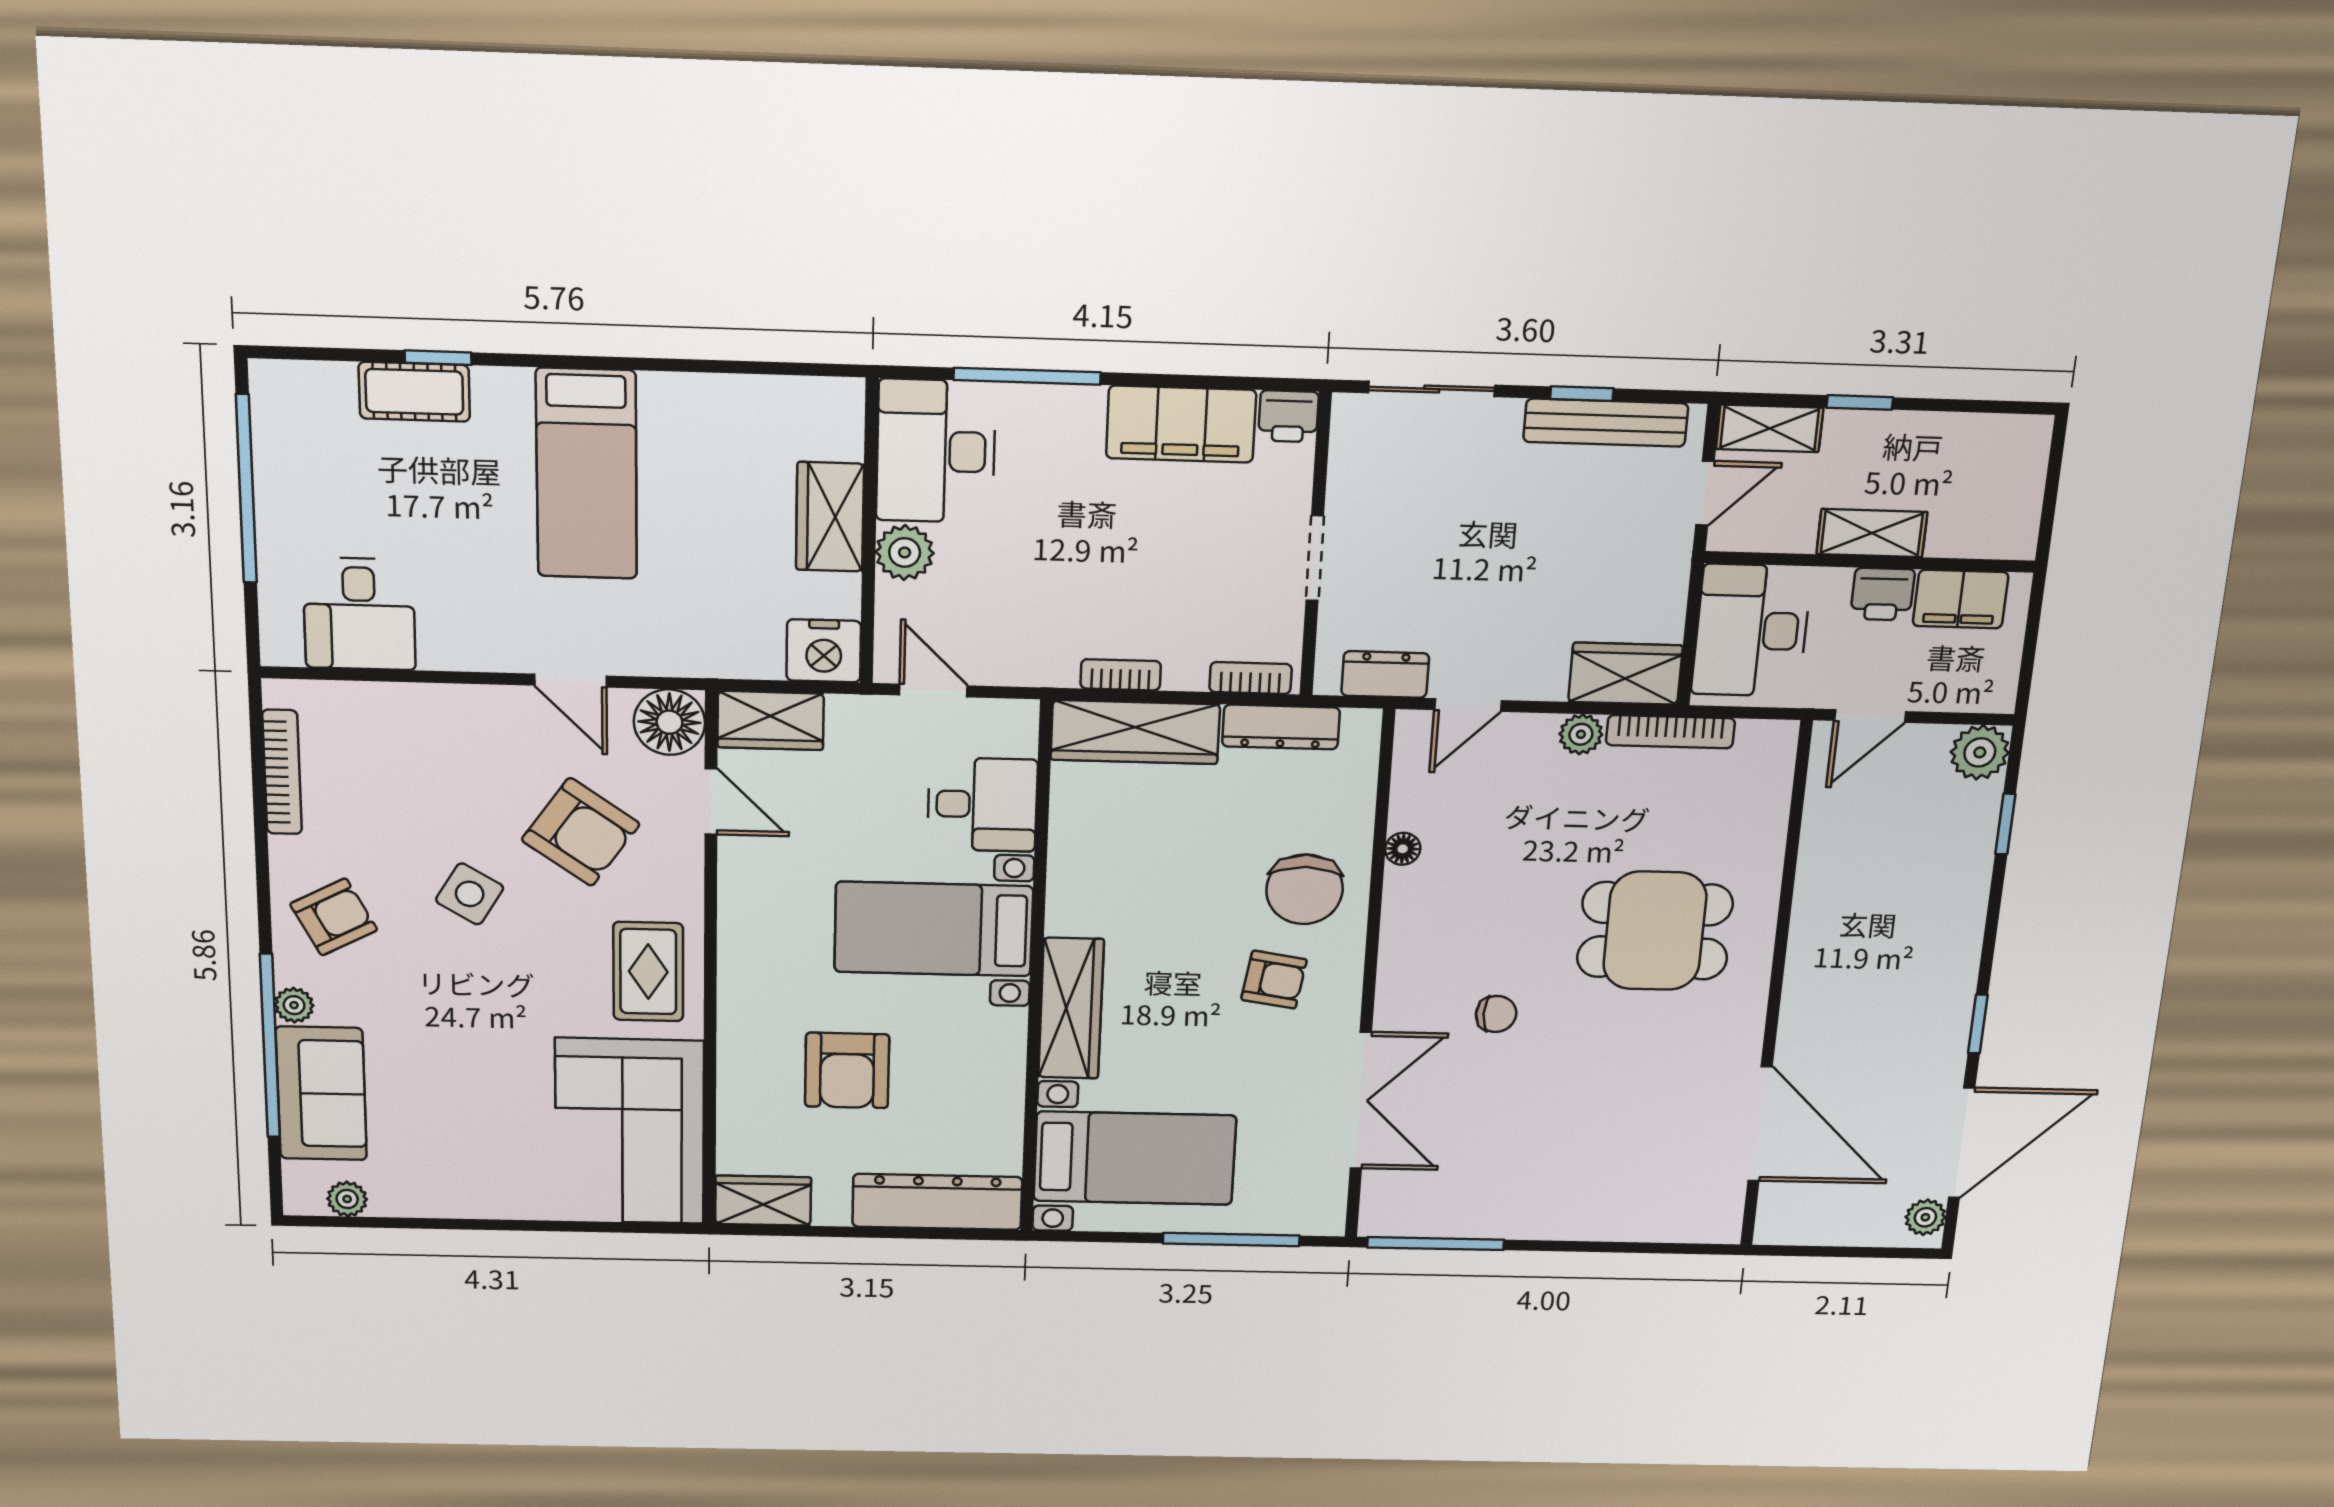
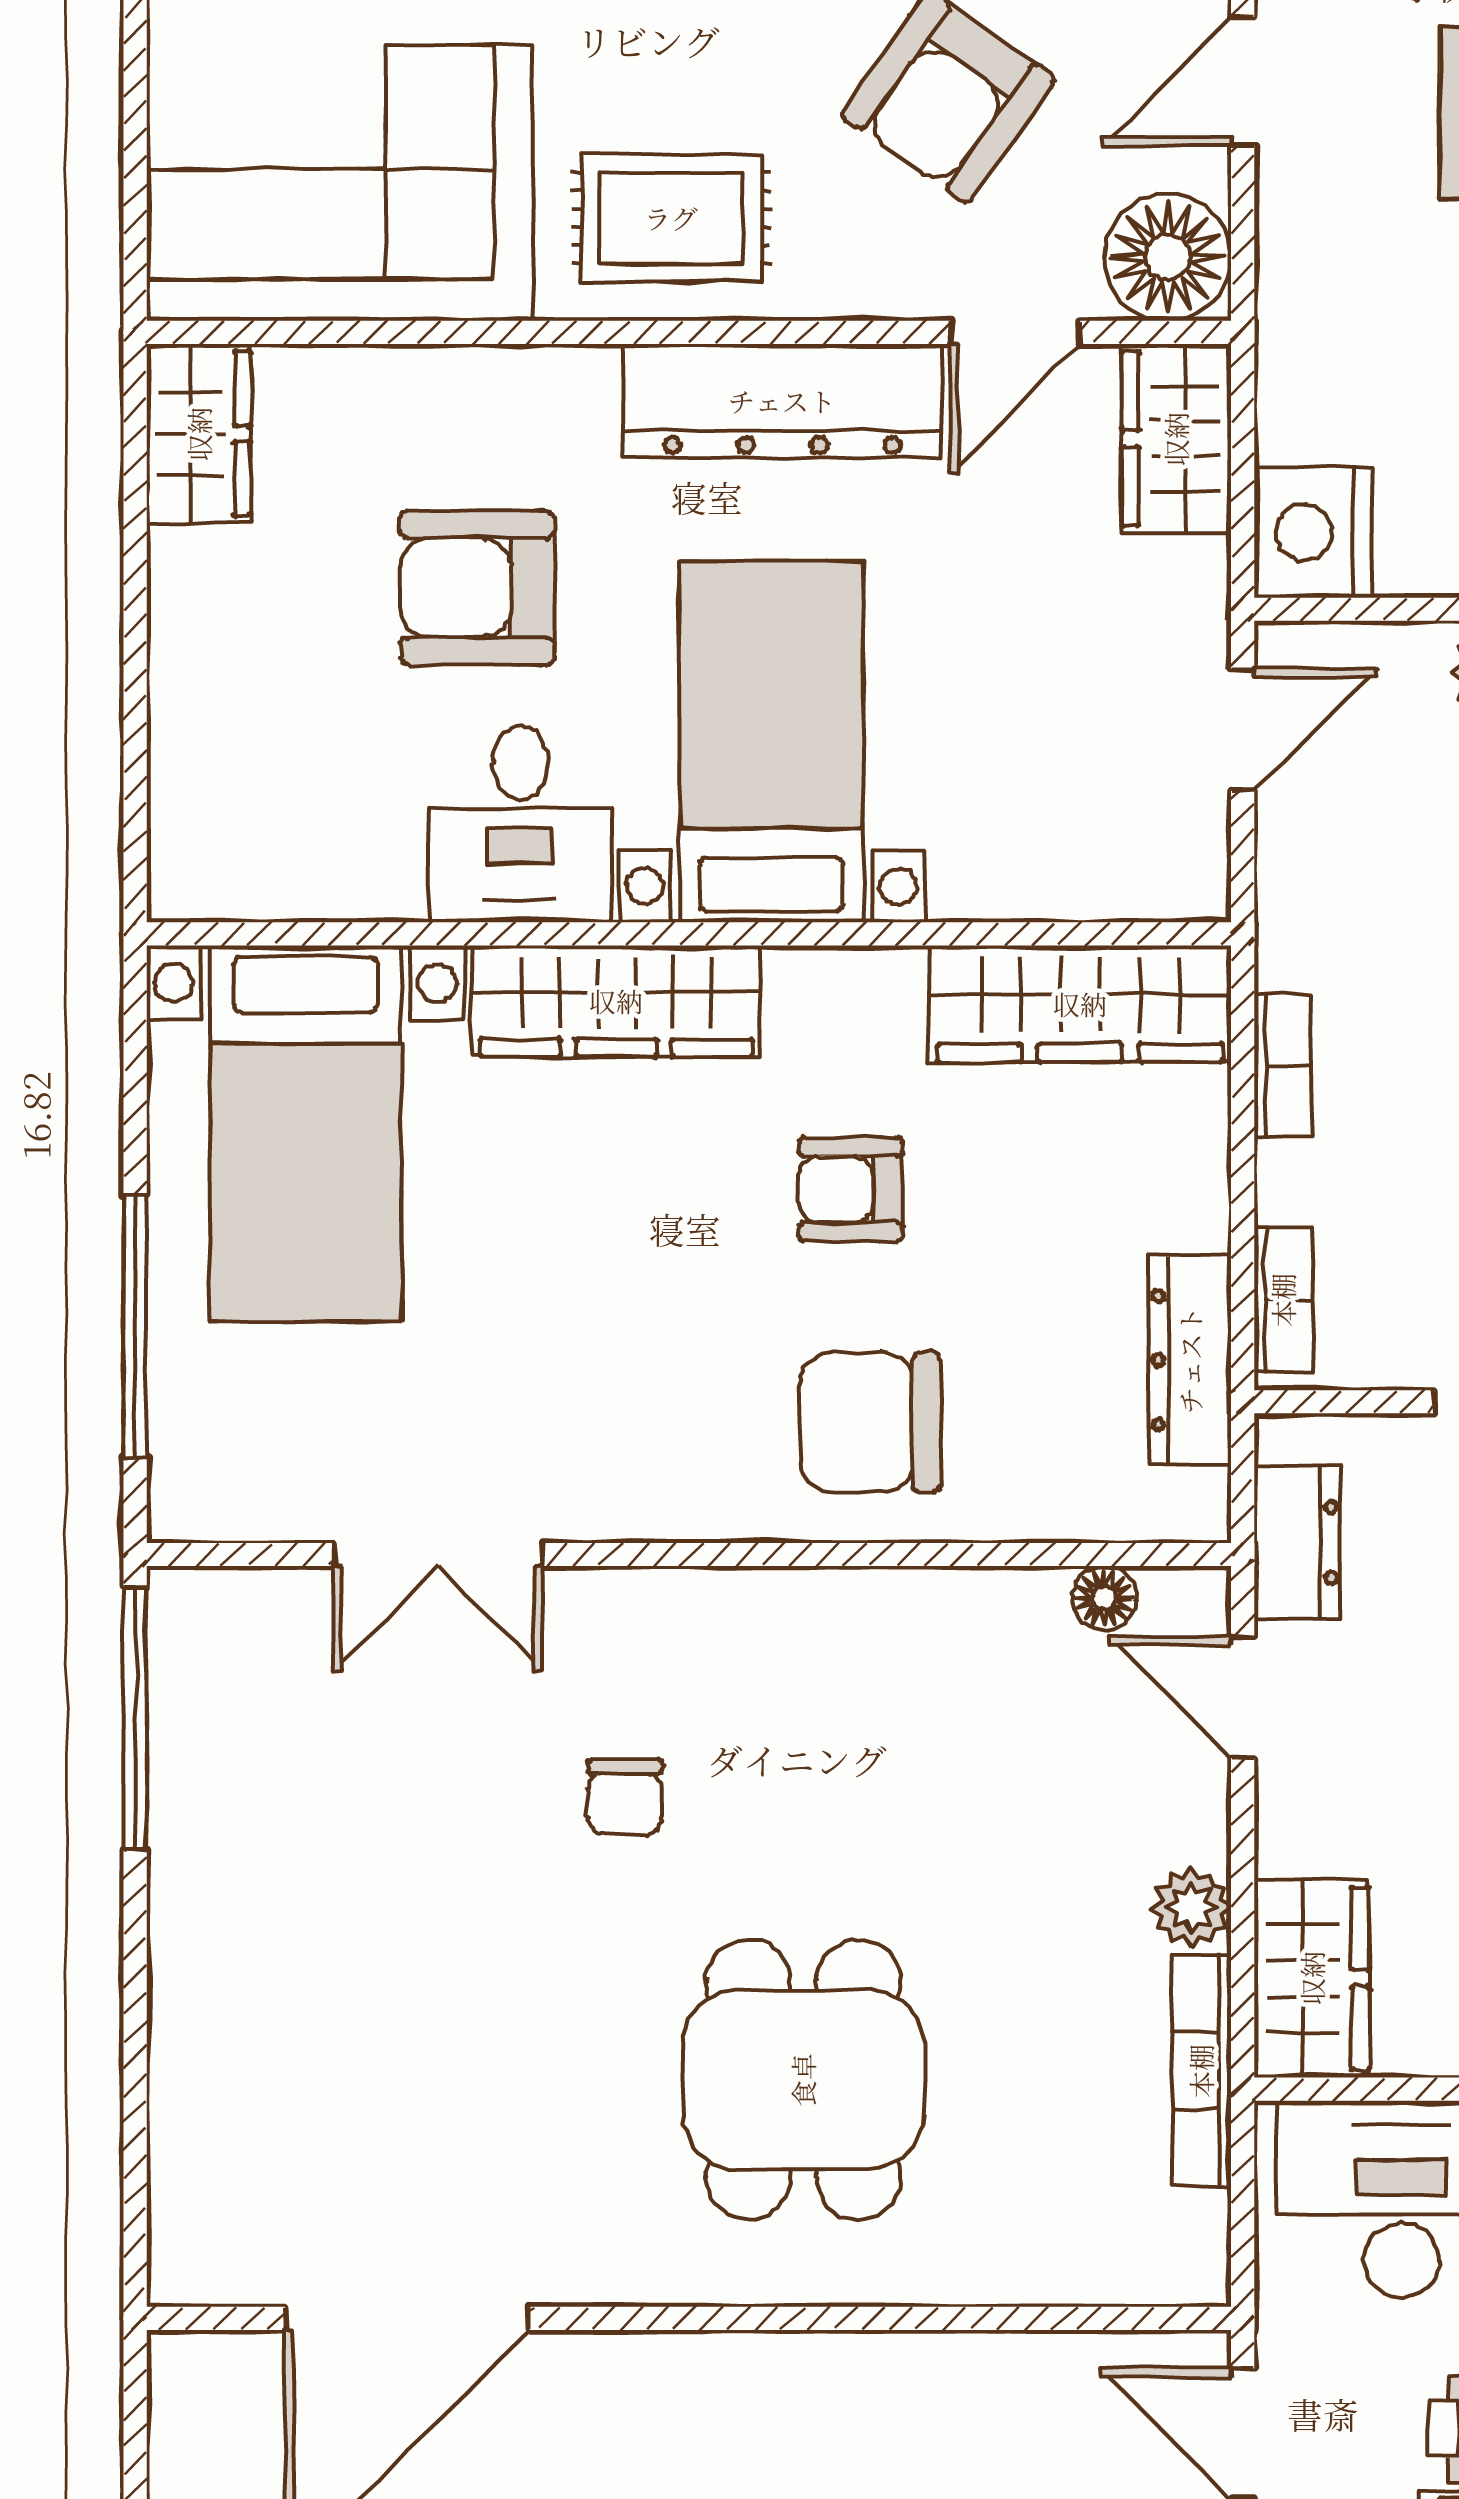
wardrobe: (1135, 732) -> (1080, 1004), moved, turned -90
desk: (982, 804) -> (520, 824), moved
floor lamp: (1403, 849) -> (1104, 1598), moved
armchair: (1274, 980) -> (851, 1189), moved, turned 81
double door: (1361, 1100) -> (438, 1554), width x0.73
dresser: (937, 1202) -> (782, 401), moved, turned 90

